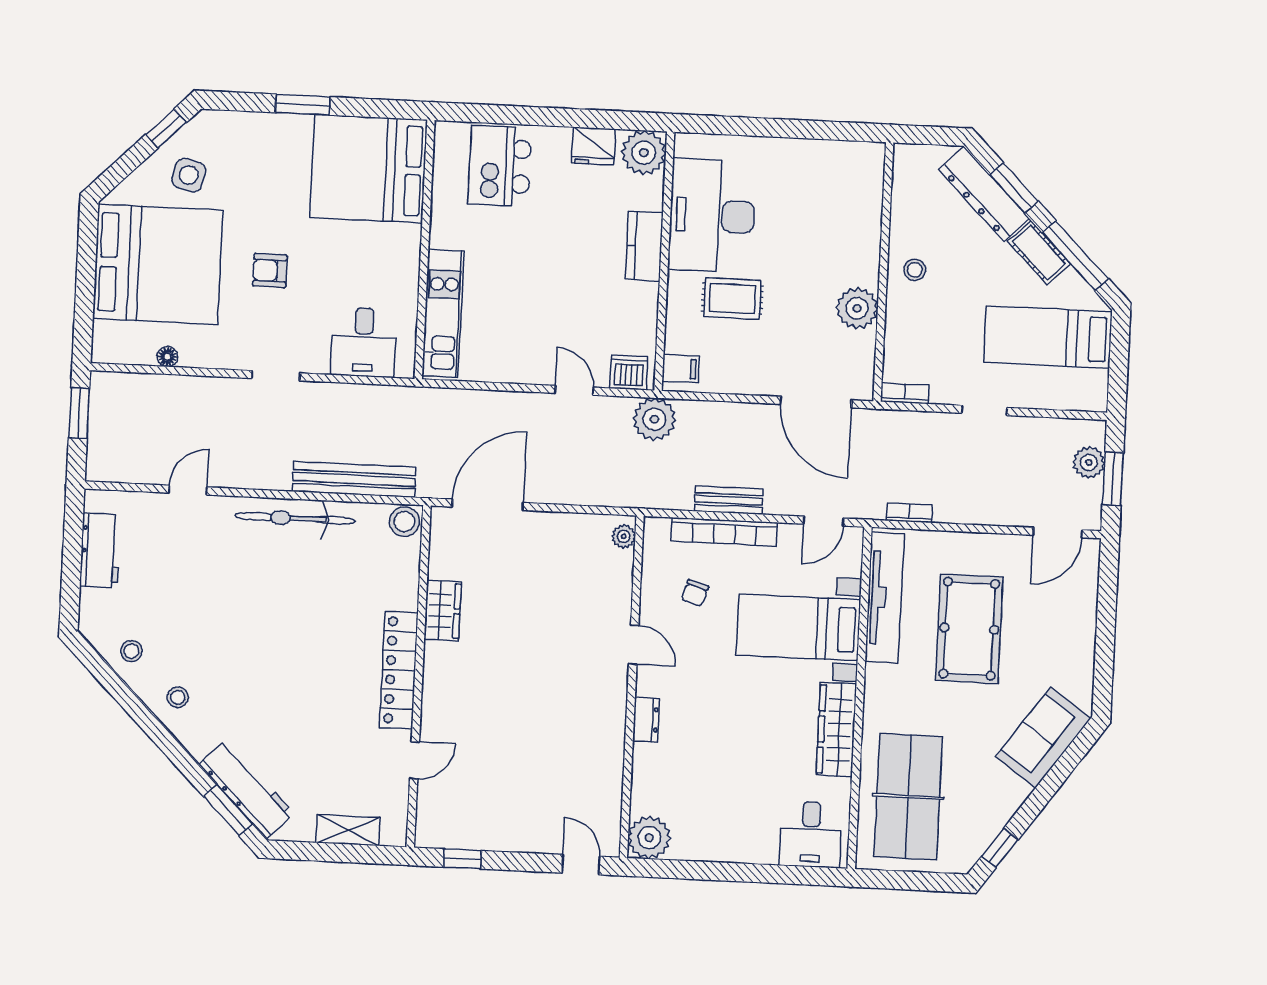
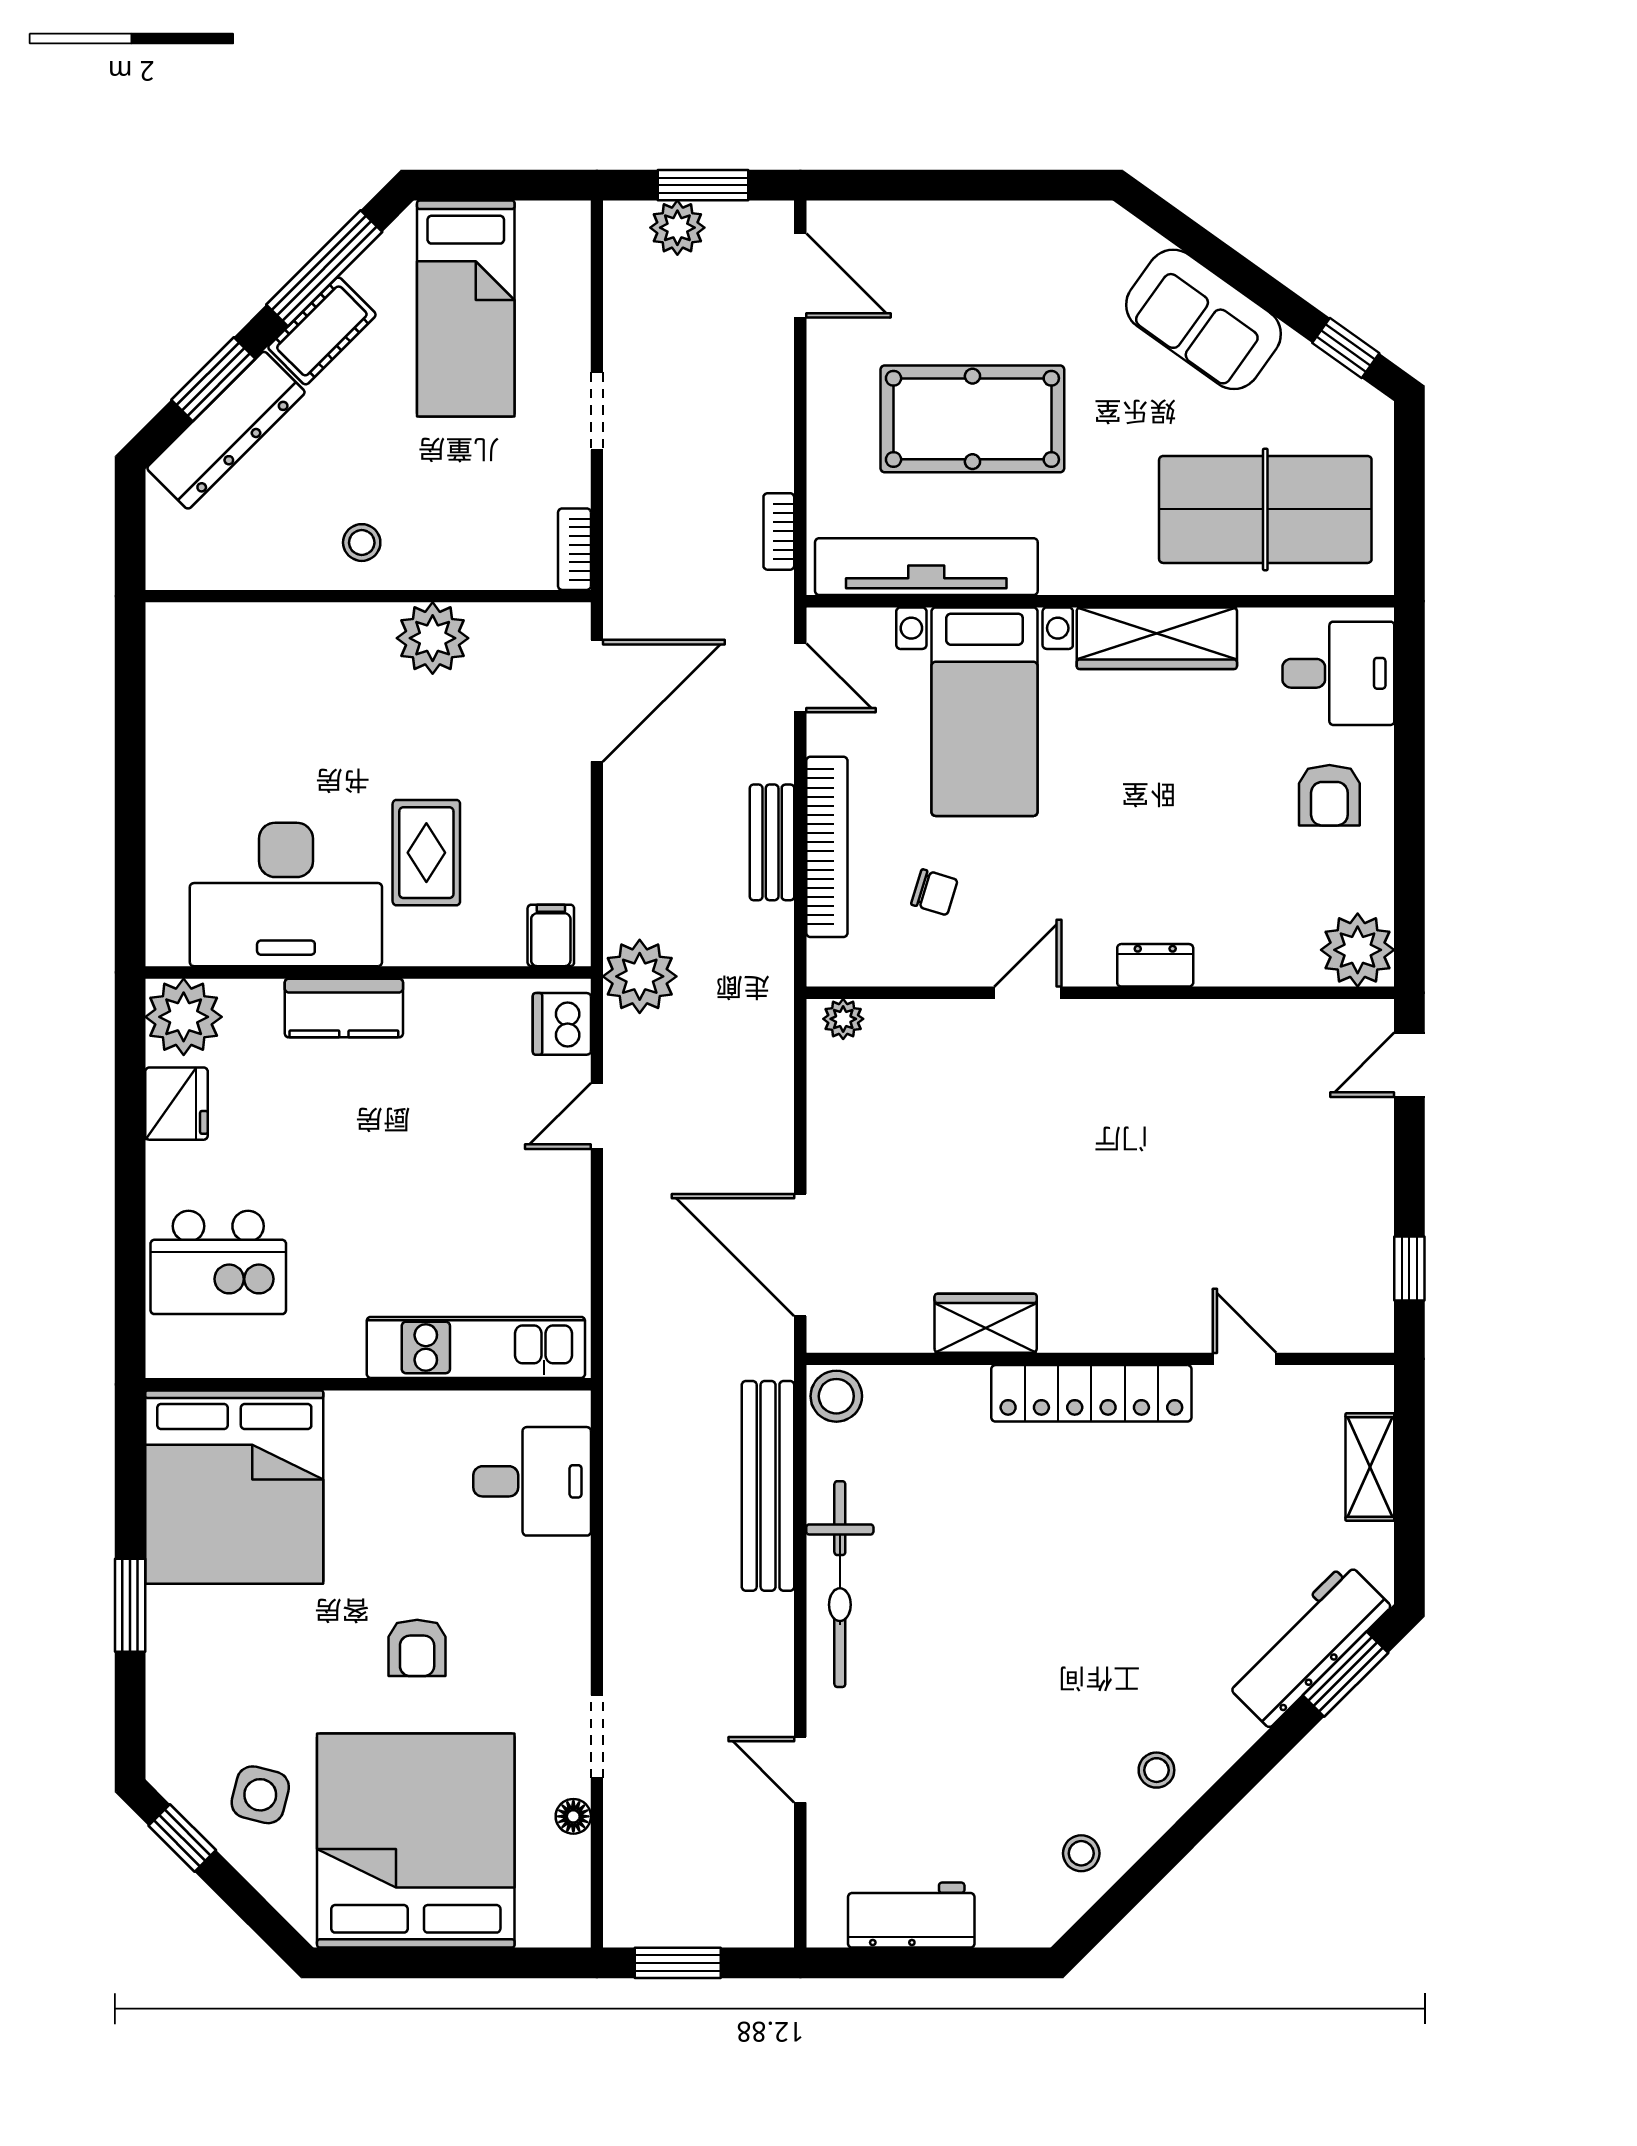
doorway: (276, 376) -> (597, 1737), moved
sofa: (1043, 737) -> (1204, 319), moved
armchair: (740, 826) -> (1329, 795), added

